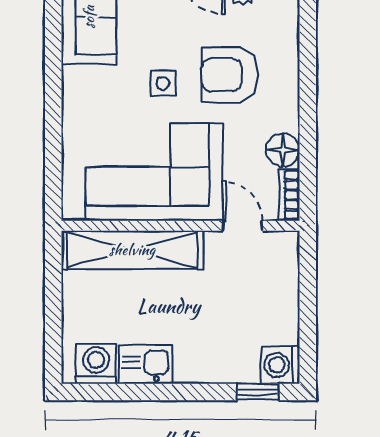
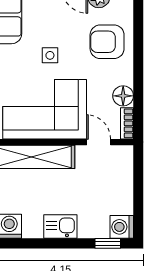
armchair: (230, 75) -> (107, 42), moved
kitchen sink: (146, 364) -> (60, 227), moved

